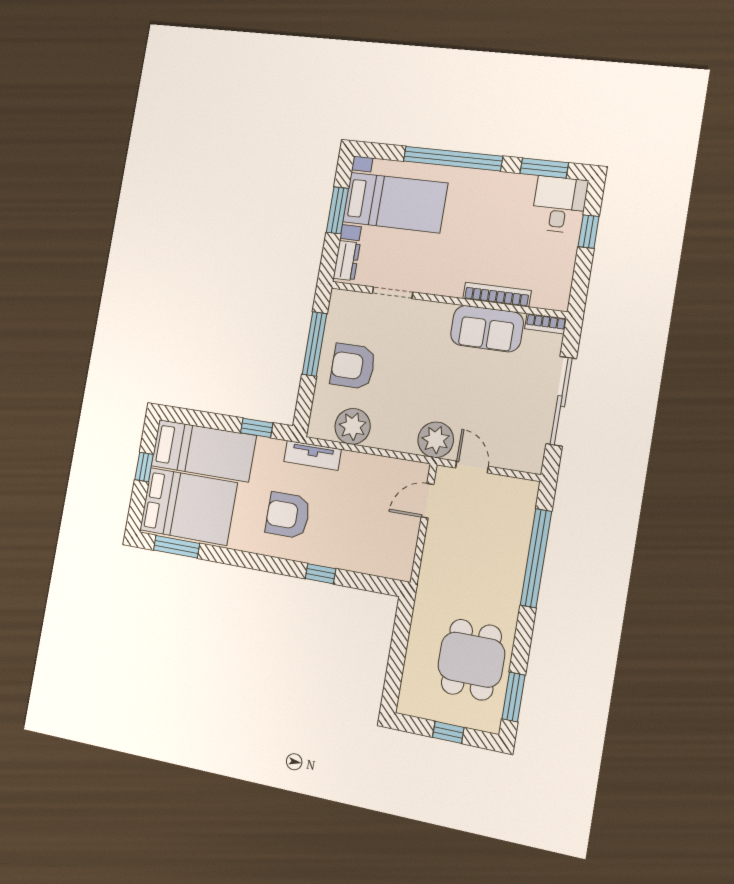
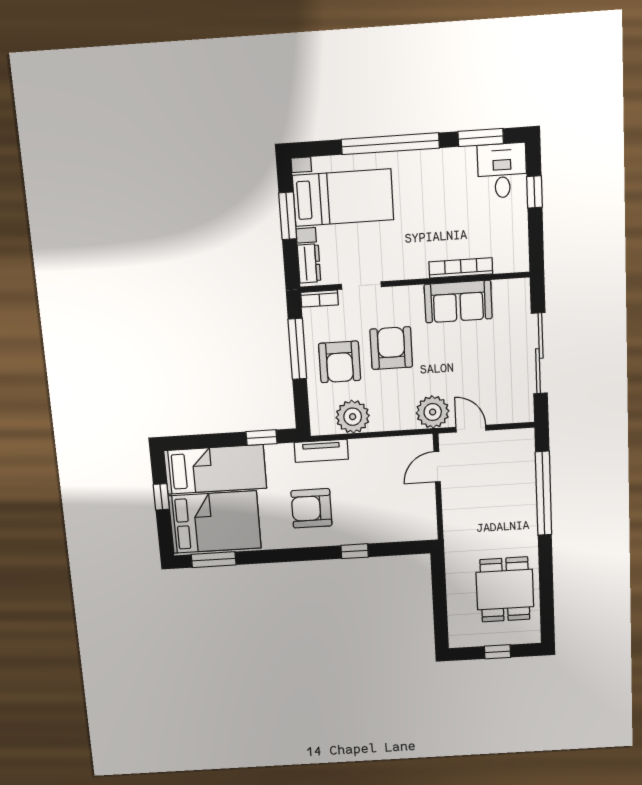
bookcase: (546, 324) -> (319, 299), moved
armchair: (408, 363) -> (391, 348), added
armchair: (353, 366) -> (340, 362), turned -90
window: (514, 697) -> (547, 610), removed

